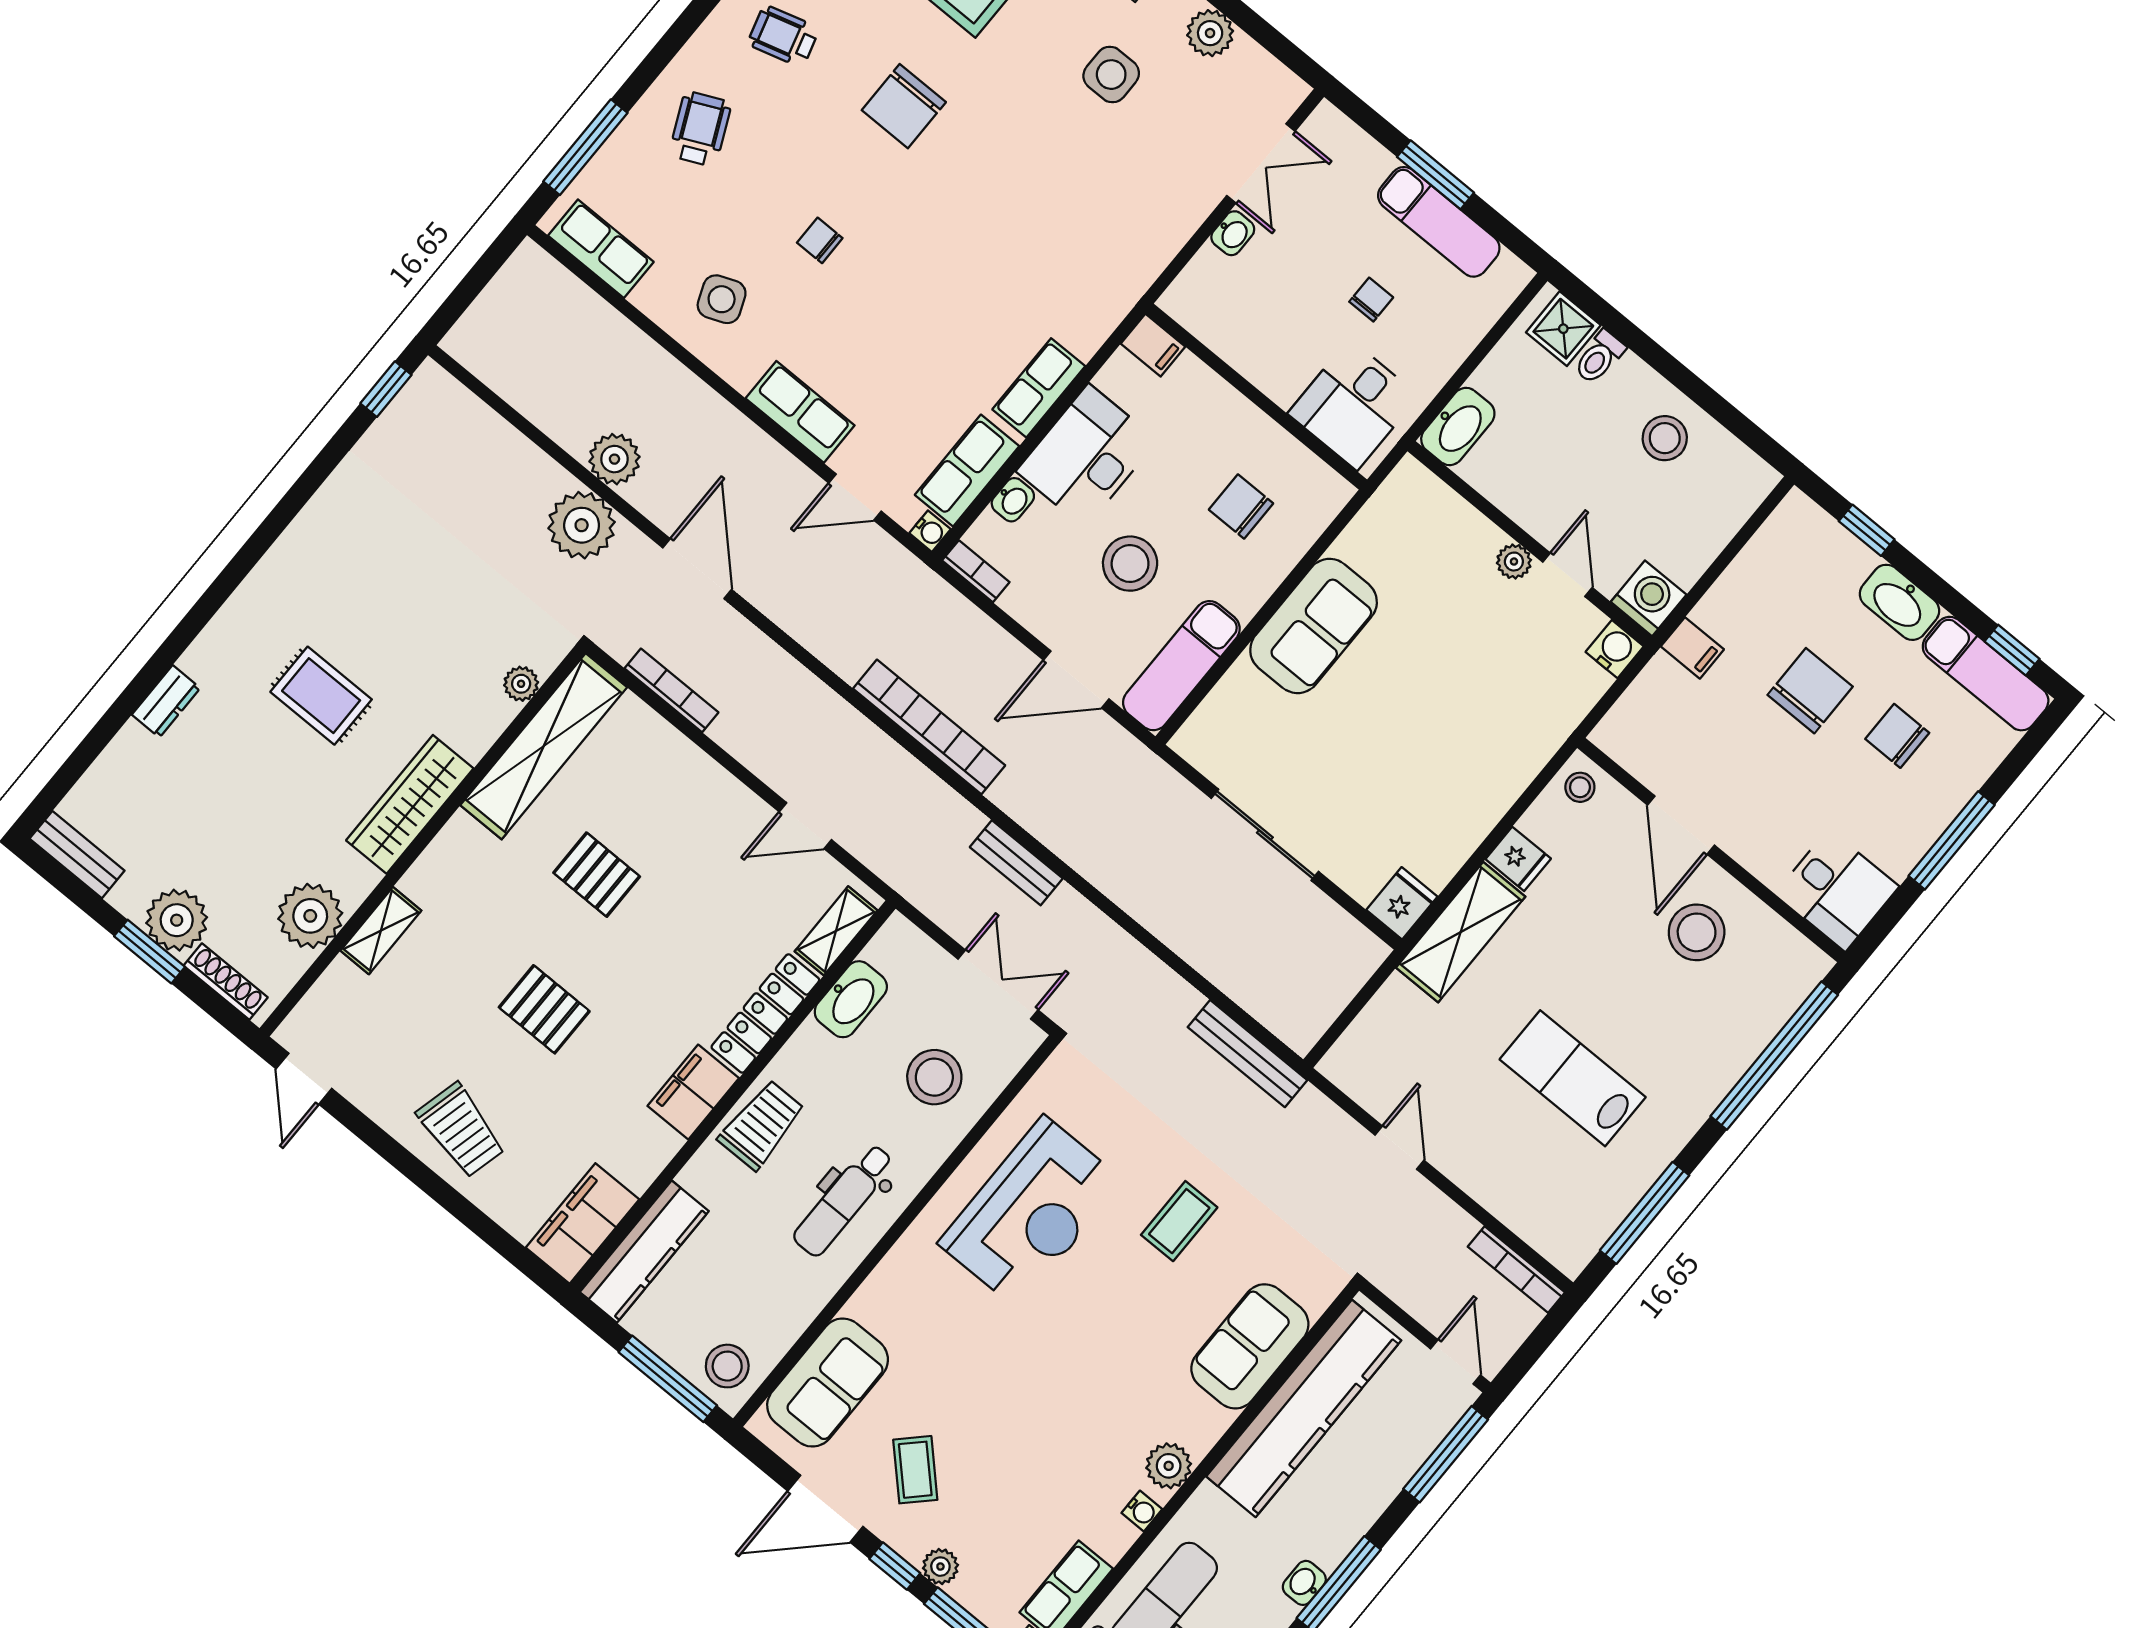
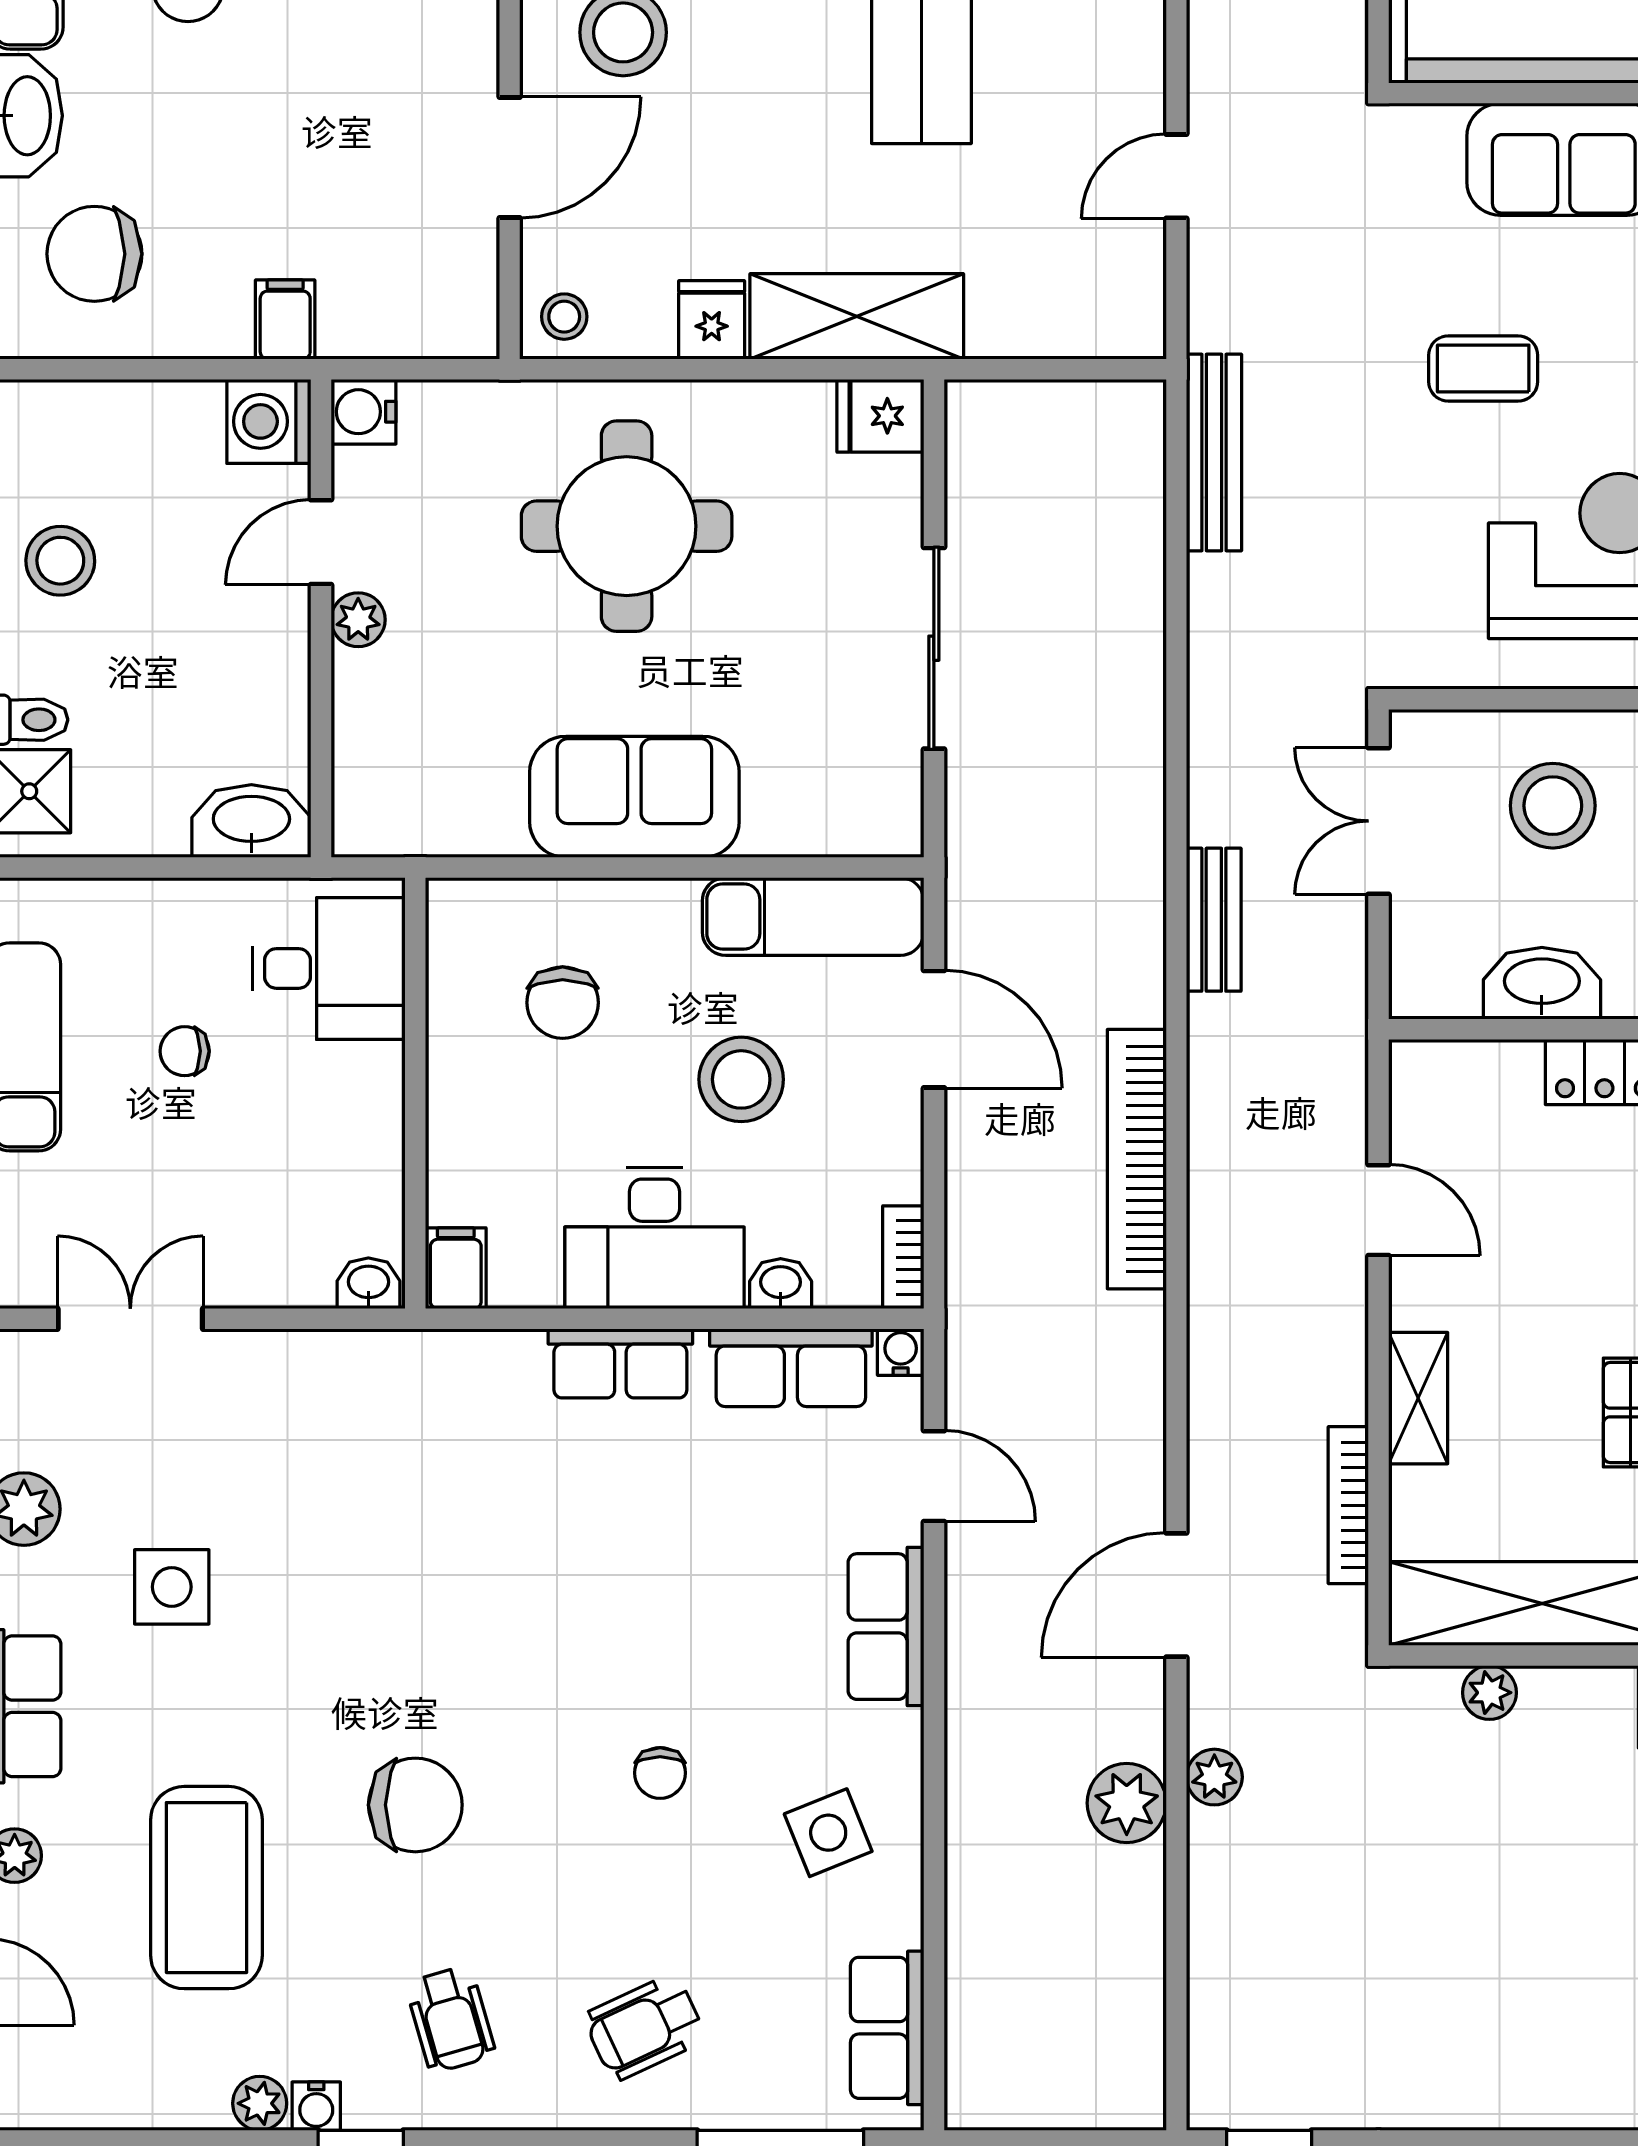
washbasin: (1233, 233) -> (368, 1283), moved
plant: (582, 525) -> (1214, 1777), width x0.53, depth x0.53
chair: (1810, 691) -> (94, 254), moved
round table: (1451, 733) -> (627, 526), added
shelving: (836, 931) -> (1418, 1398), moved, turned 90

